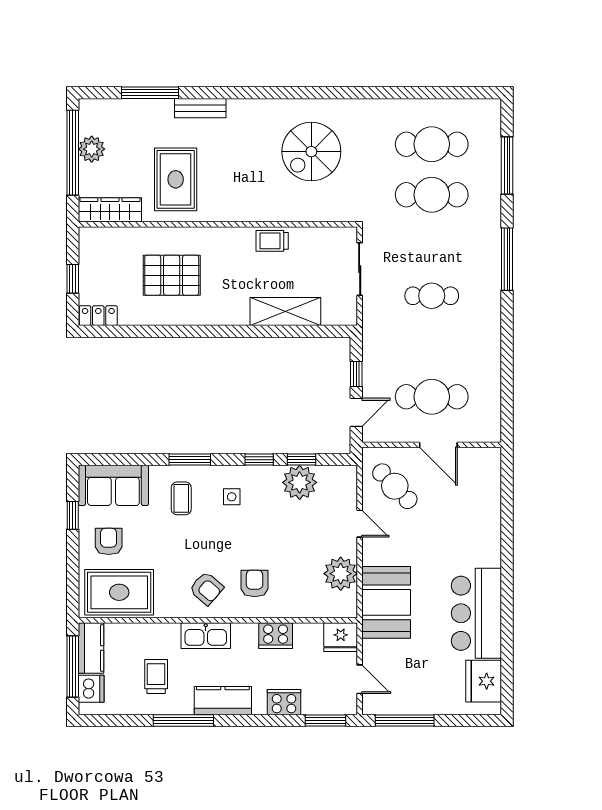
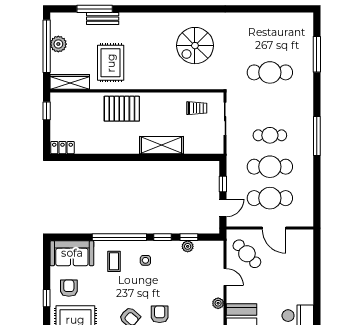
bench: (200, 108) -> (103, 19), moved
cafe table: (432, 144) -> (270, 167), moved
trolley: (272, 241) -> (197, 108), moved, turned 180
window: (507, 259) -> (317, 136), moved
pallet: (172, 275) -> (122, 109), moved
window: (73, 279) -> (47, 111), moved
shelving: (285, 312) -> (161, 145), moved
window: (190, 460) -> (119, 237), width x2.11
plant: (300, 482) -> (188, 246), width x0.53, depth x0.53
window: (73, 515) -> (47, 298), moved
plant: (341, 574) -> (218, 303), width x0.53, depth x0.53

